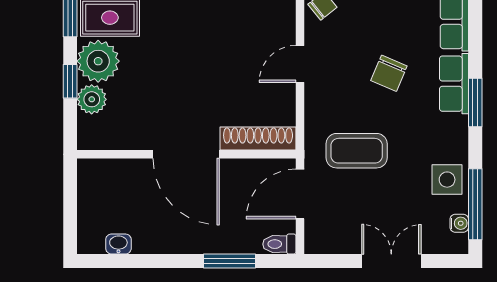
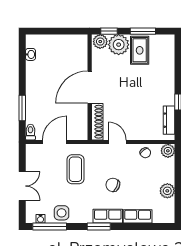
shoe rack: (258, 138) -> (97, 122), moved
door: (186, 154) -> (90, 87), moved
wall: (186, 154) -> (90, 87), moved
door: (300, 194) -> (55, 142), hinge flipped

